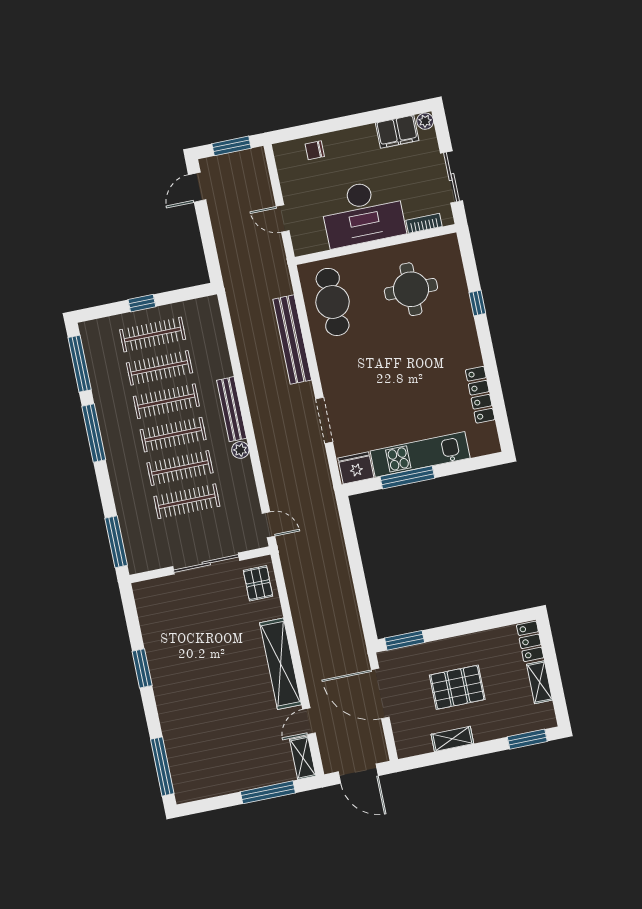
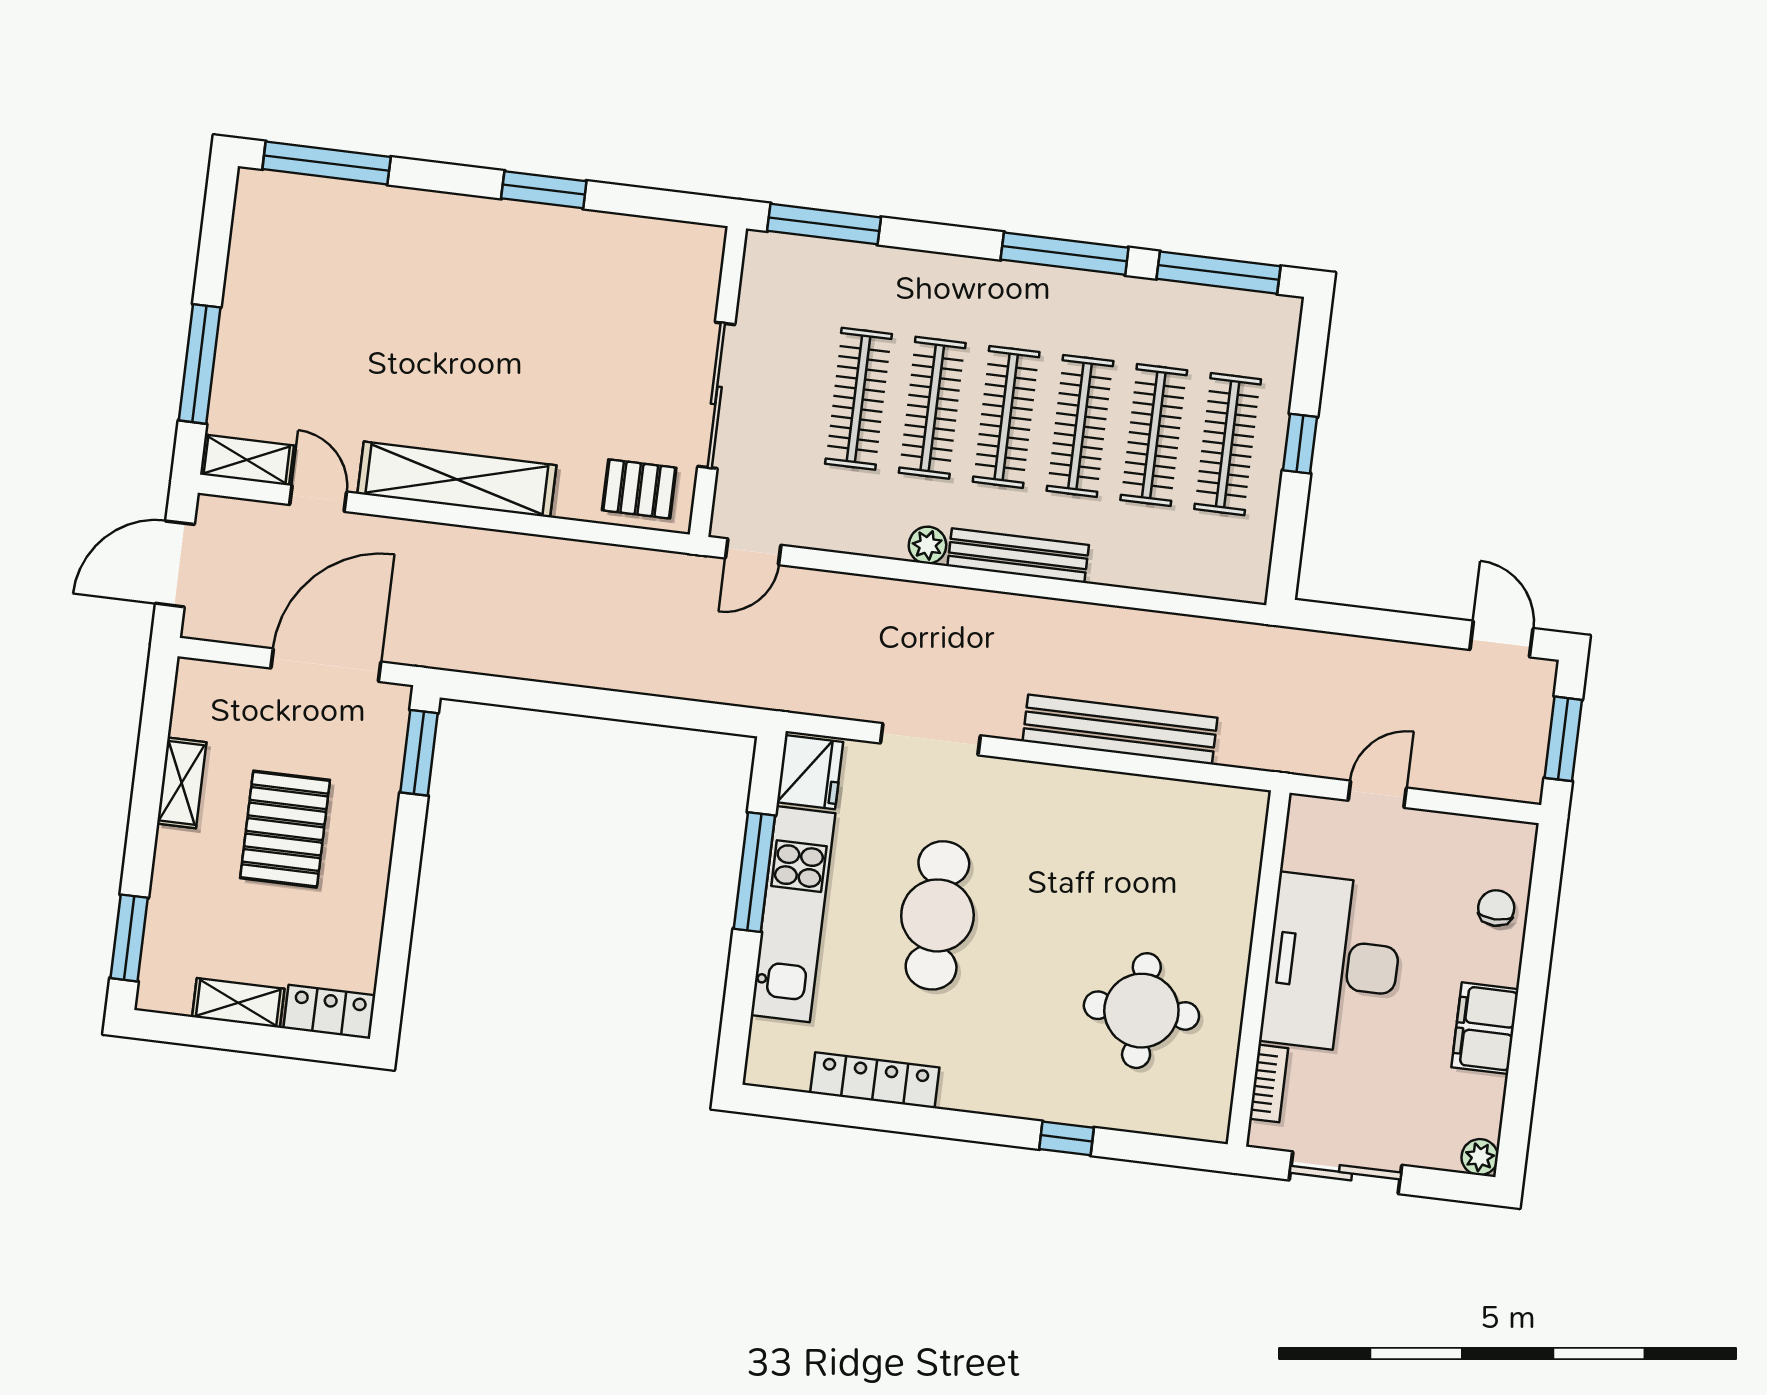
filing cabinet: (397, 132) -> (1485, 1028), moved
cafe table: (333, 302) -> (937, 915), moved, turned 90

